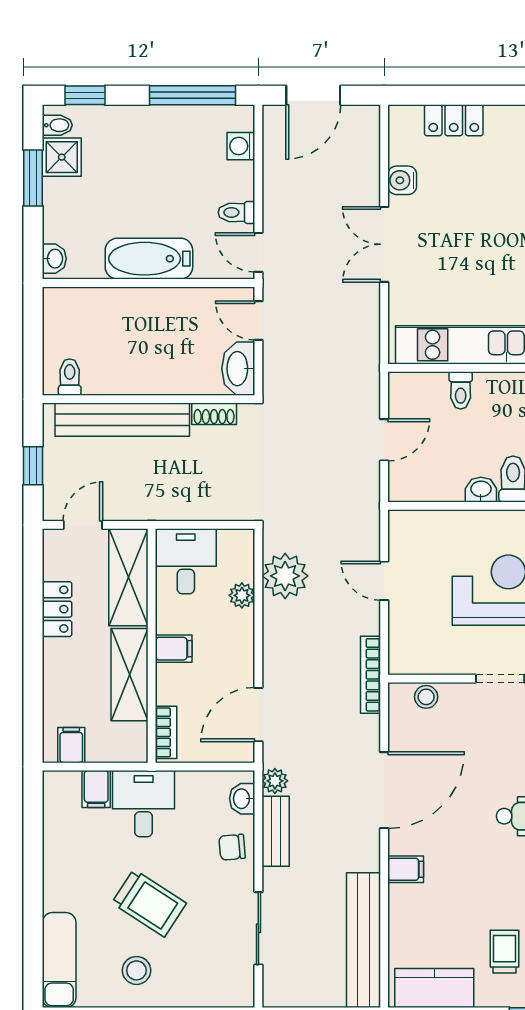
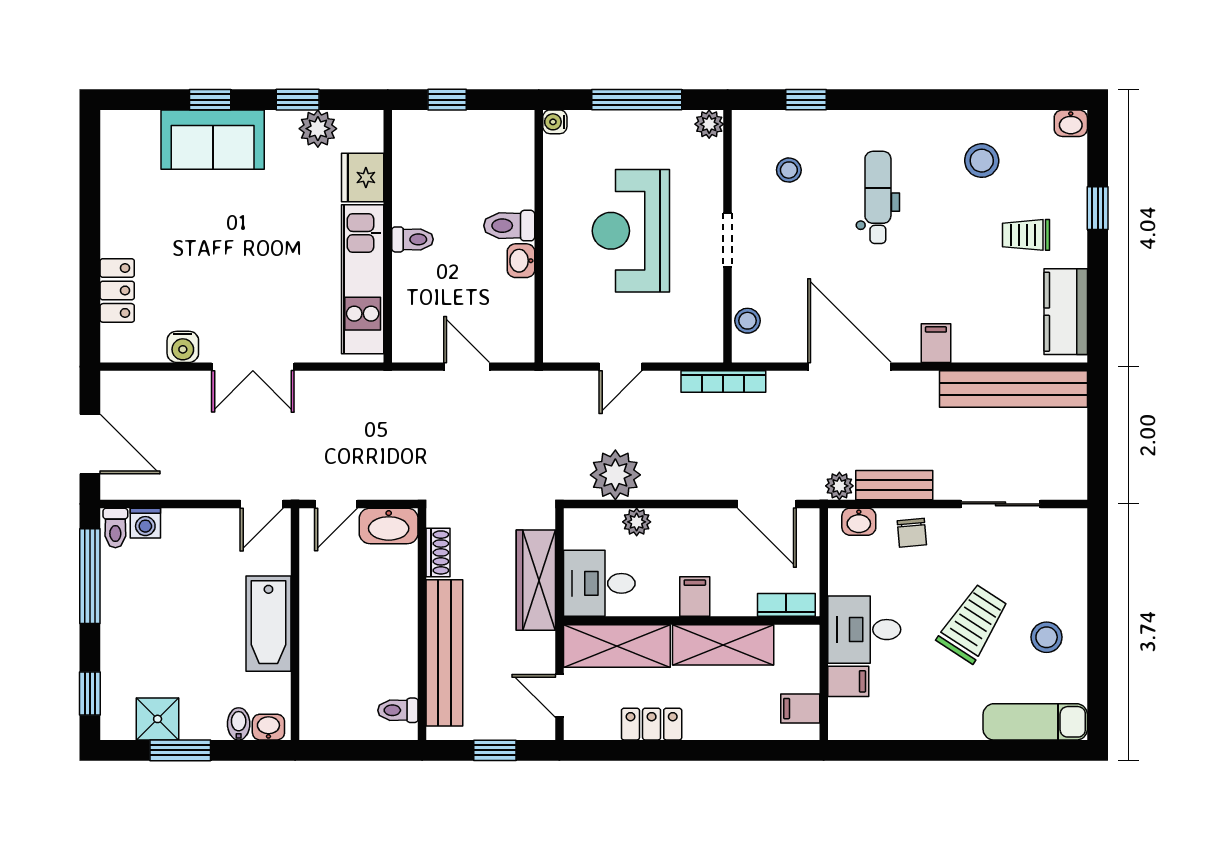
bidet: (57, 125) -> (239, 724), moved
toilet: (236, 212) -> (115, 528), moved
toilet: (461, 390) -> (412, 239), moved
wardrobe: (189, 503) -> (536, 580), added

